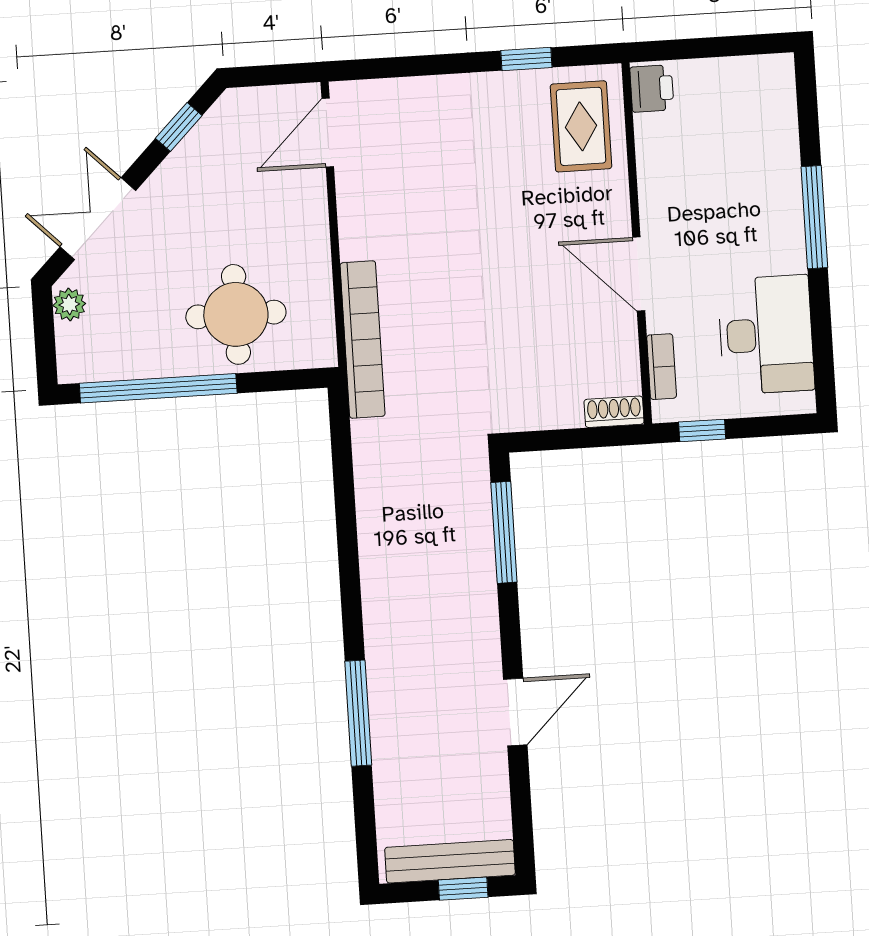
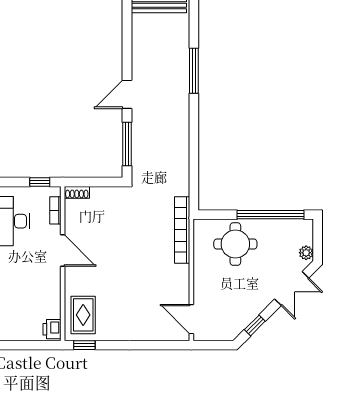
window: (526, 59) -> (84, 345), moved
door: (328, 133) -> (191, 319), swing flipped
door: (515, 712) -> (127, 94), moved

